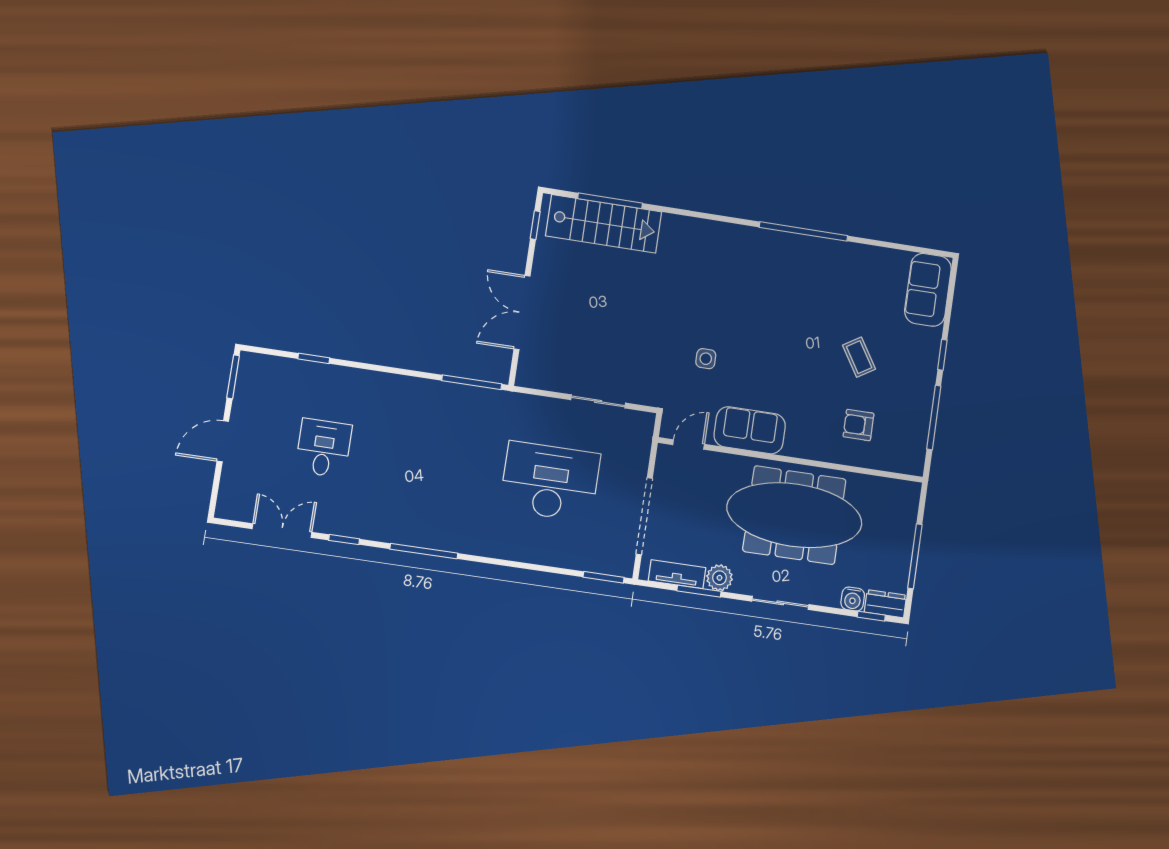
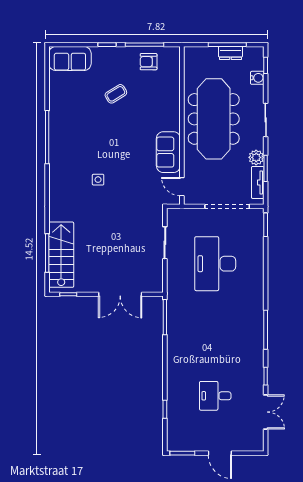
side table: (706, 359) -> (98, 180), moved
armchair: (858, 425) -> (149, 62), moved, turned 90
double door: (282, 531) -> (266, 412), swing flipped
dresser: (885, 604) -> (230, 53), moved, turned -90

